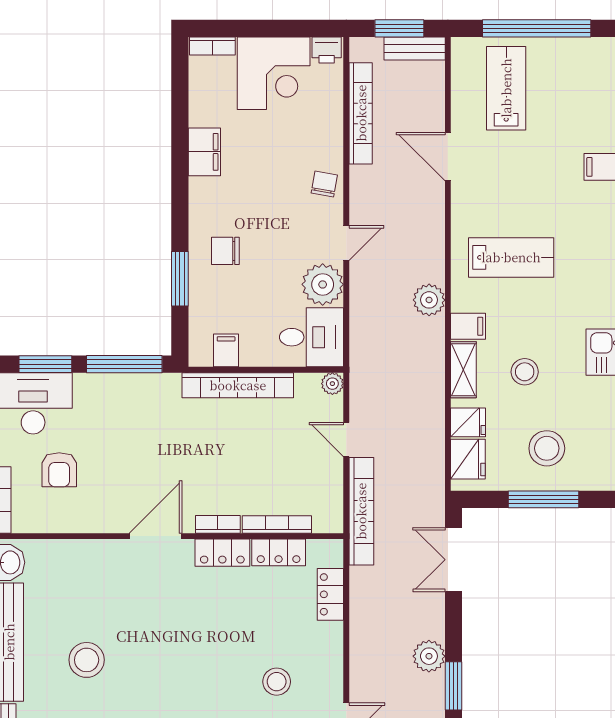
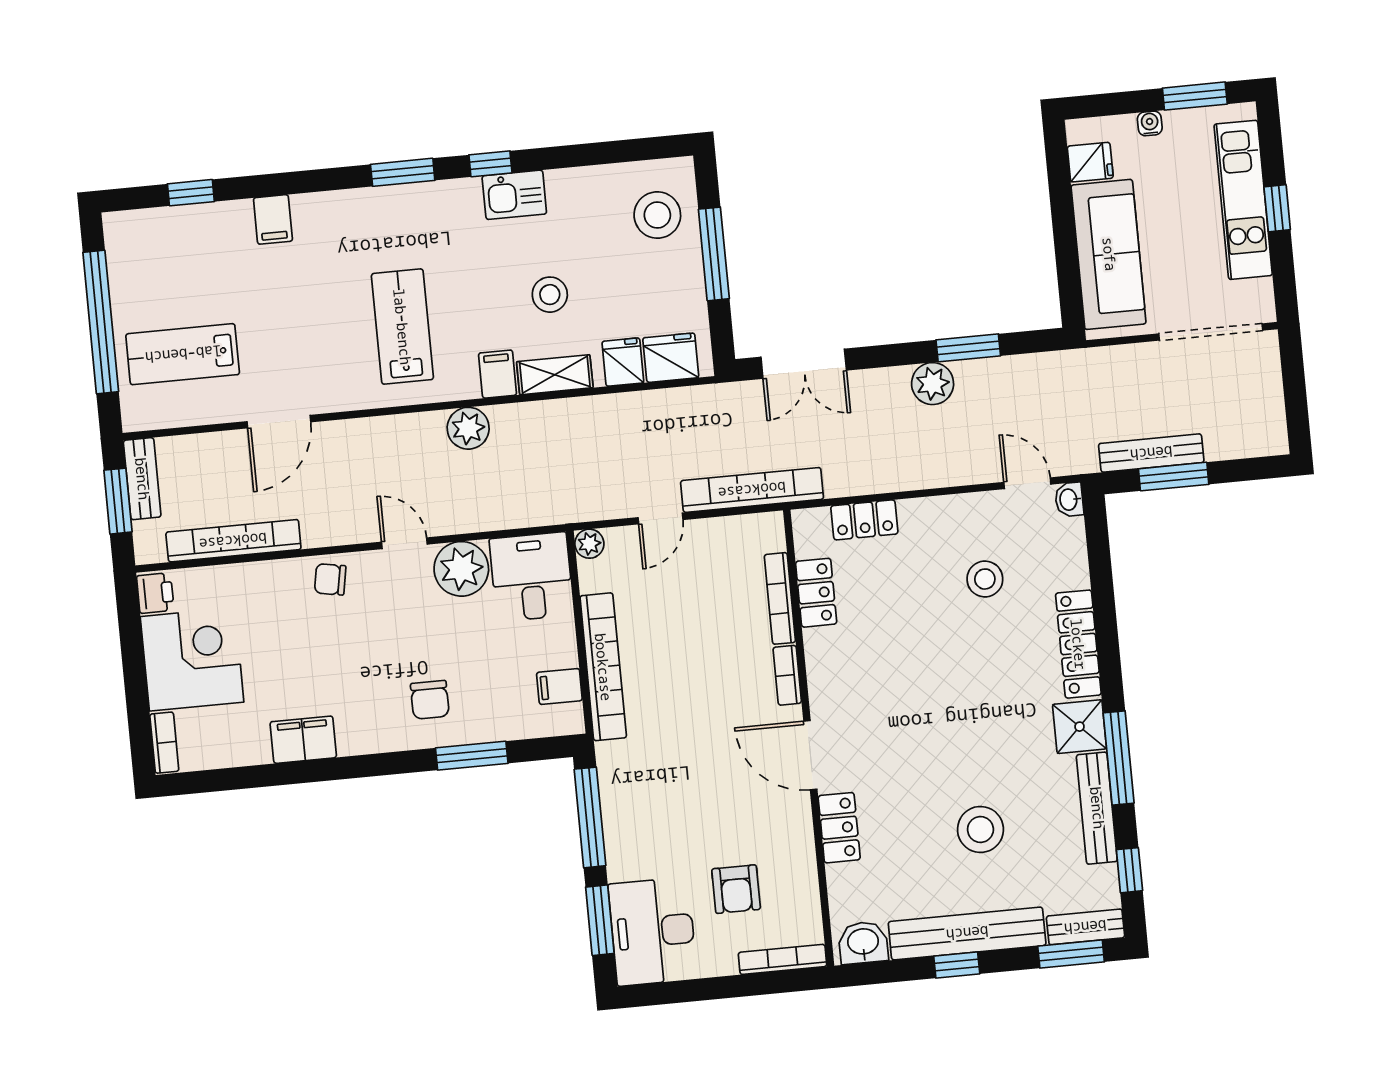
stool: (547, 448) -> (657, 215), moved
armchair: (59, 470) -> (736, 889), turned 90
locker: (222, 553) -> (839, 828), moved

